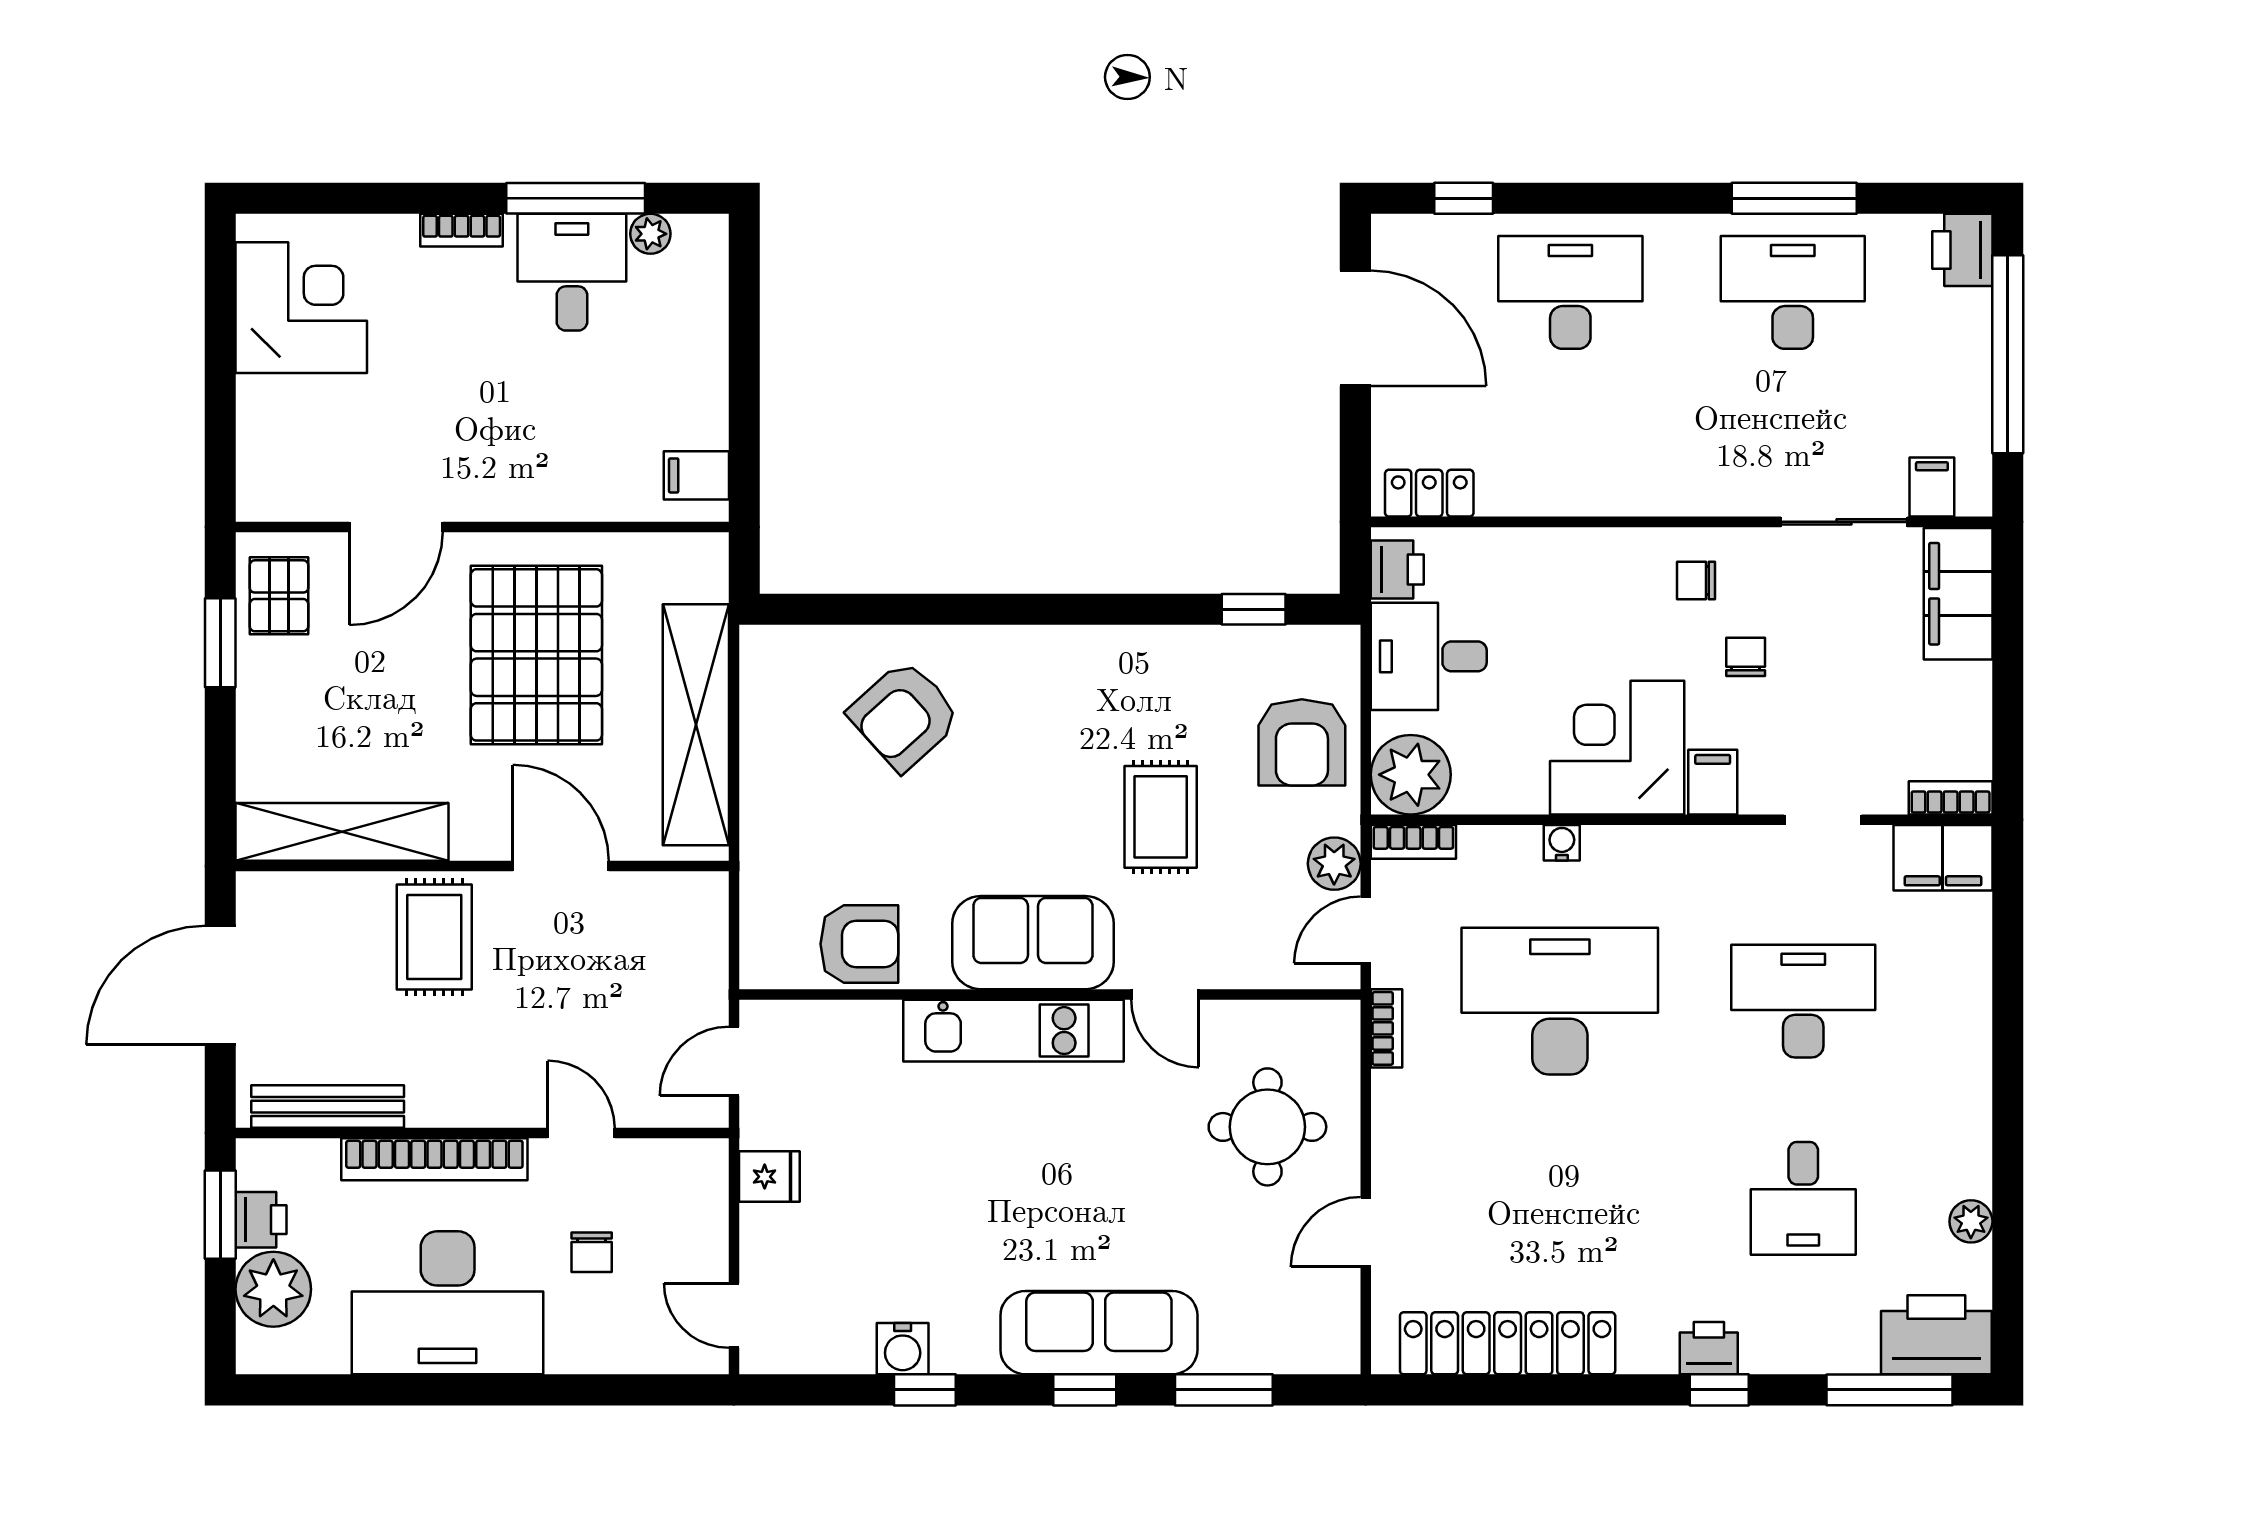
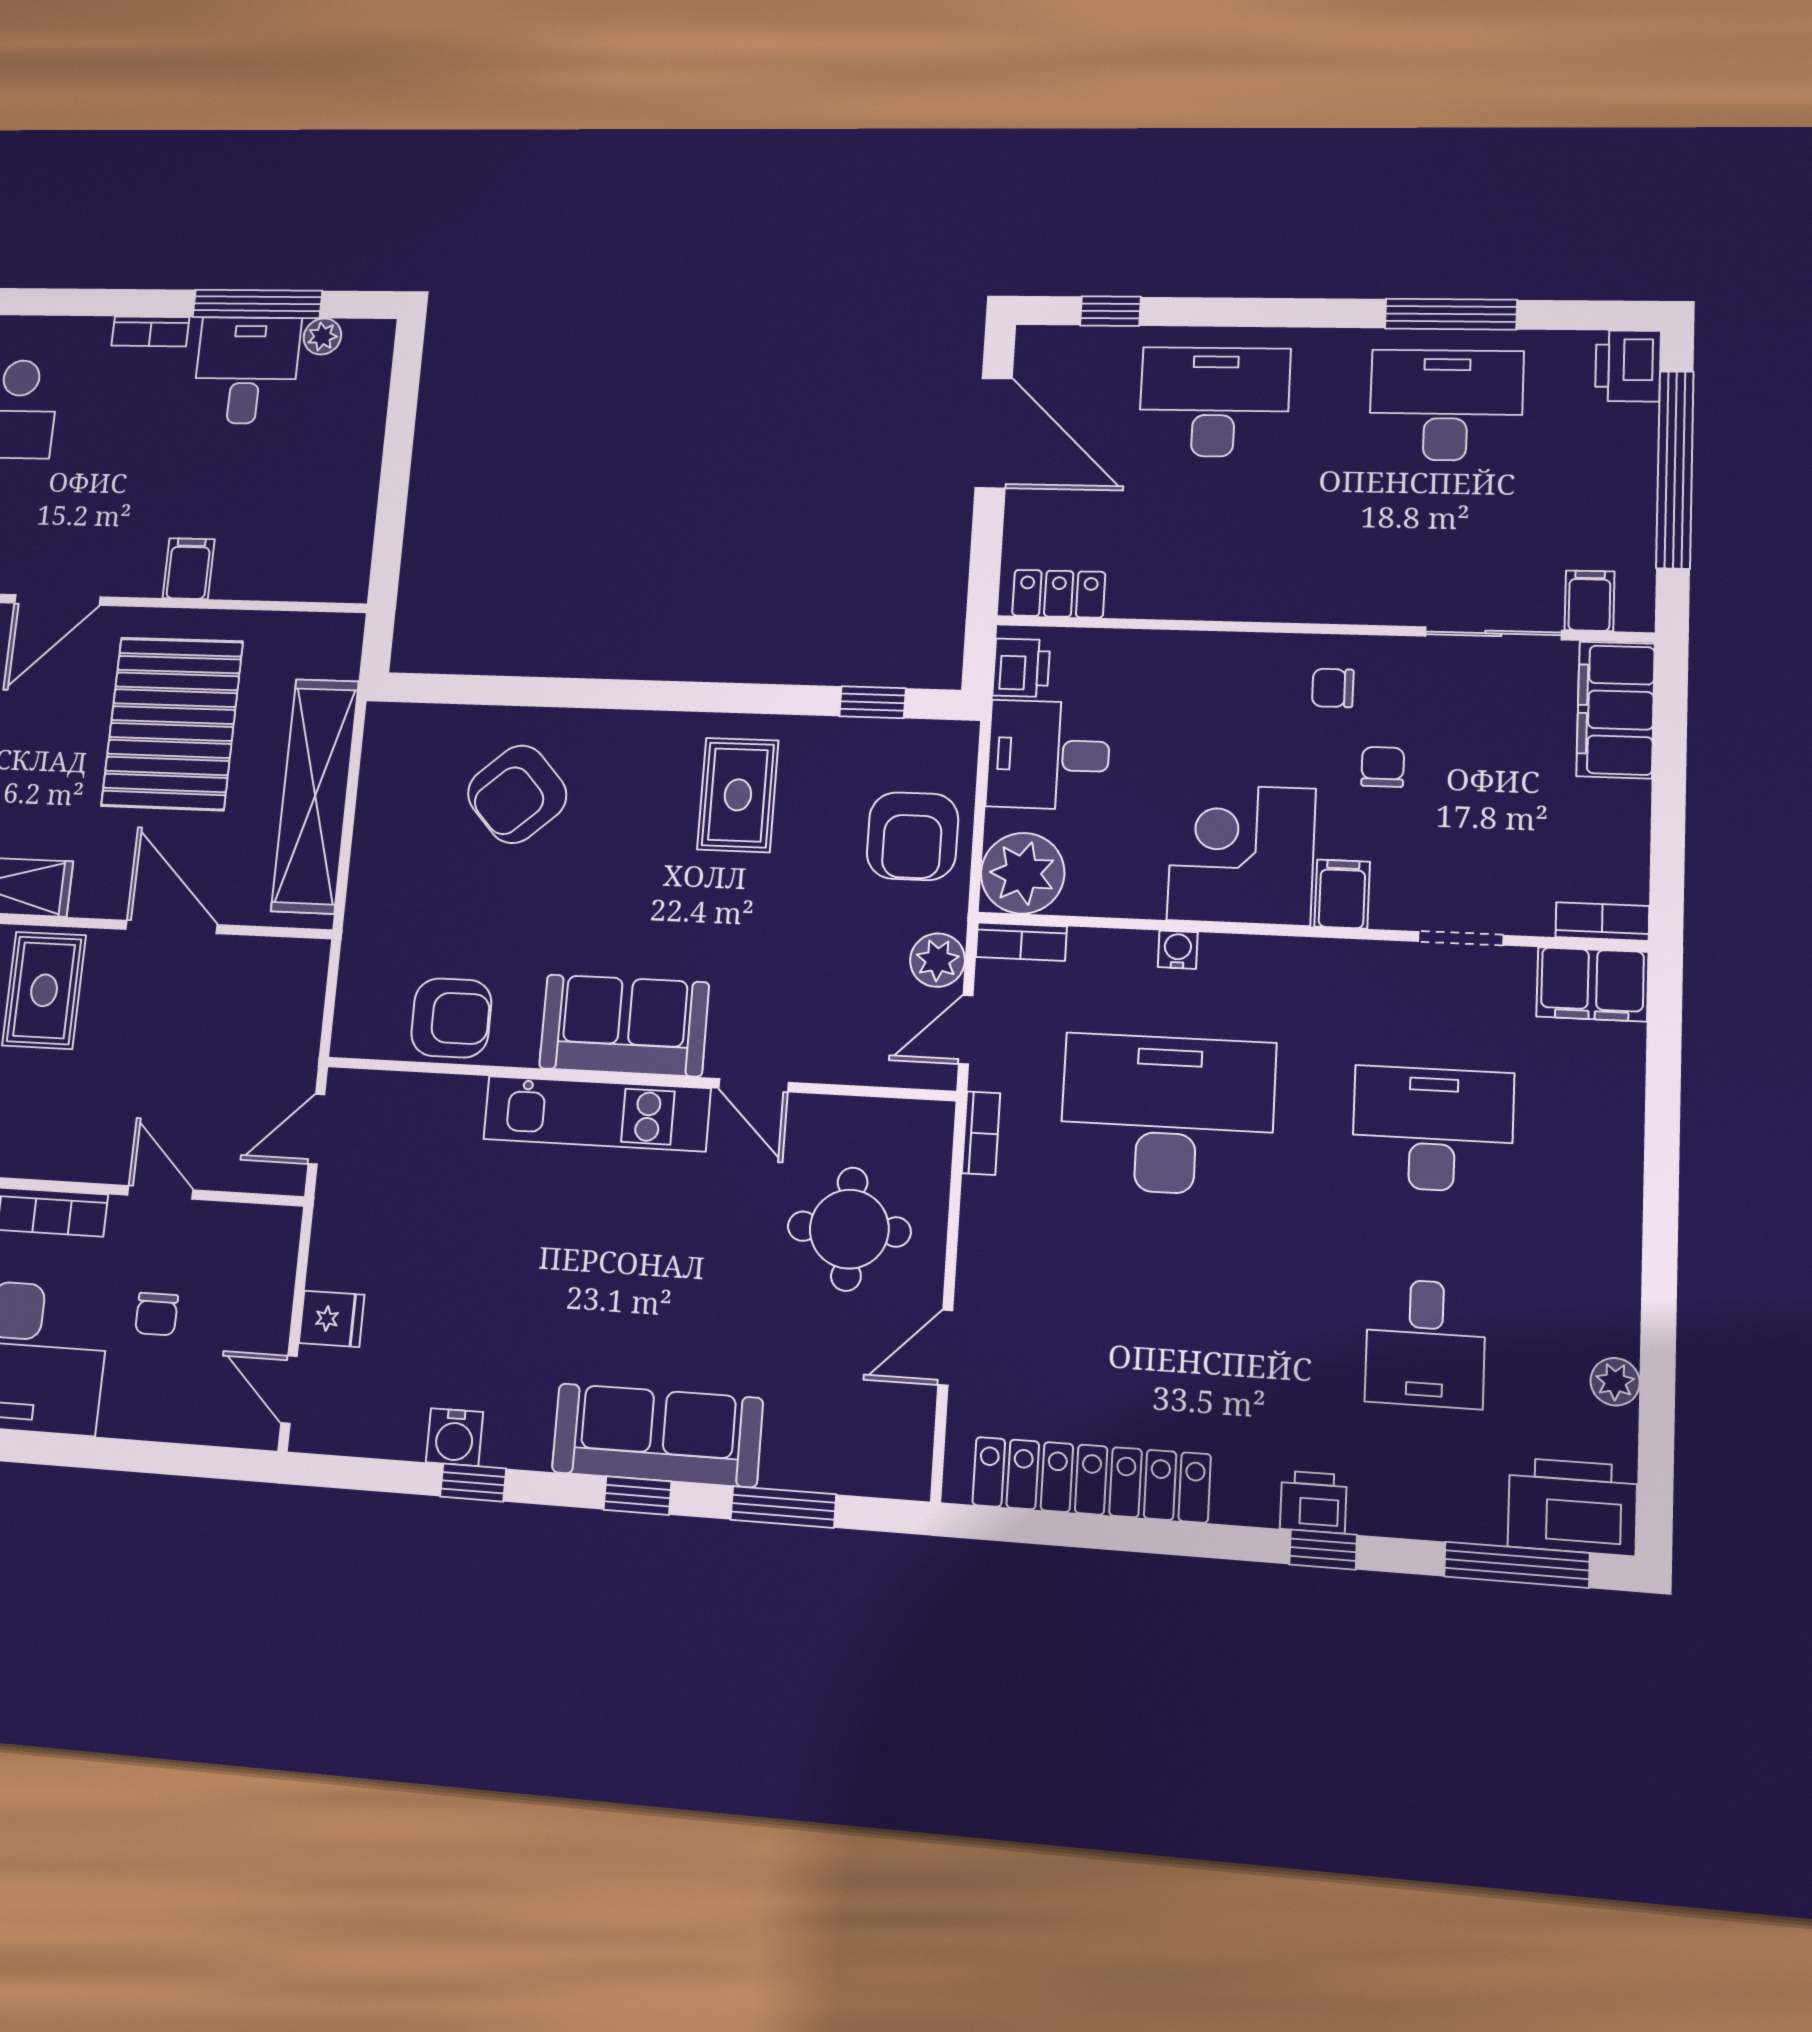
filing cabinet: (696, 475) -> (189, 569), moved, turned 90
rug: (1161, 817) -> (738, 795), moved
fridge: (769, 1177) -> (332, 1319), moved

